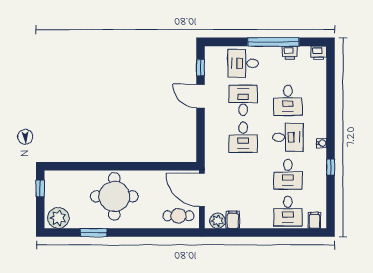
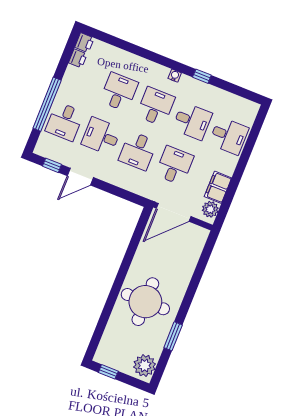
window: (273, 42) -> (47, 104), moved
printer: (290, 53) -> (78, 58), moved
desk: (288, 100) -> (119, 92), turned -90
desk: (243, 137) -> (138, 151), turned 90
desk: (243, 174) -> (174, 165), added
cafe table: (178, 216) -> (190, 246), removed
filing cabinet: (233, 220) -> (218, 187), width x2.00
filing cabinet: (314, 220) -> (248, 113), removed

